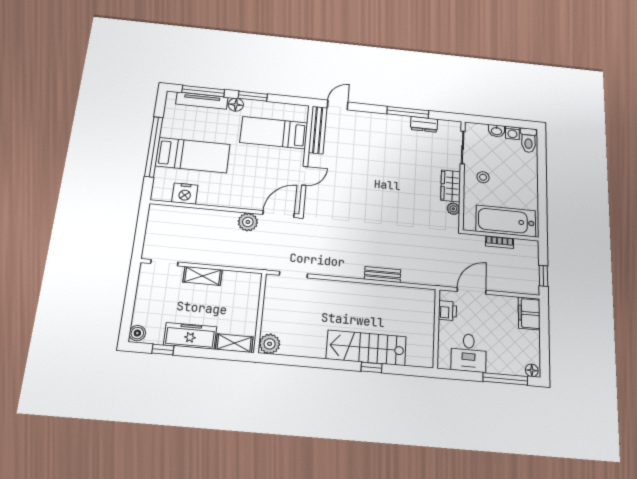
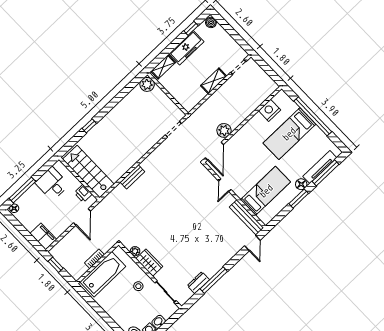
stairs: (366, 348) -> (88, 172), moved, turned -90

